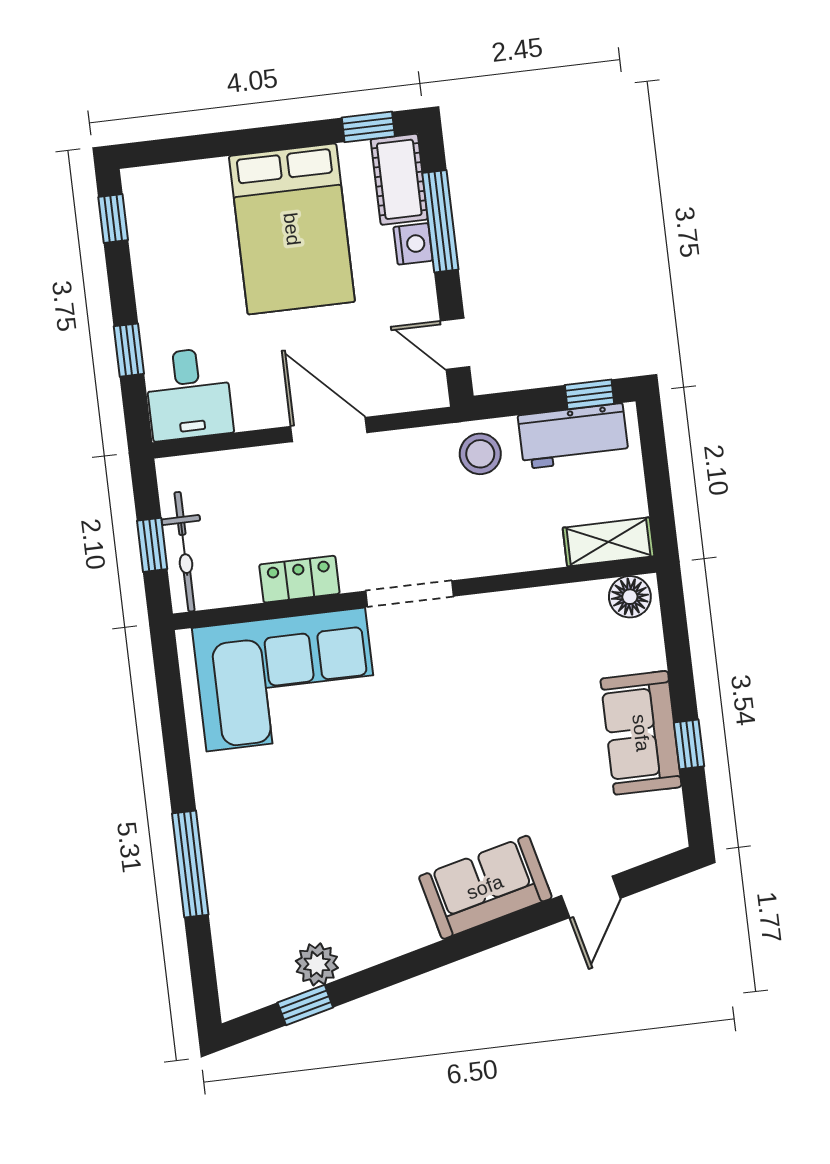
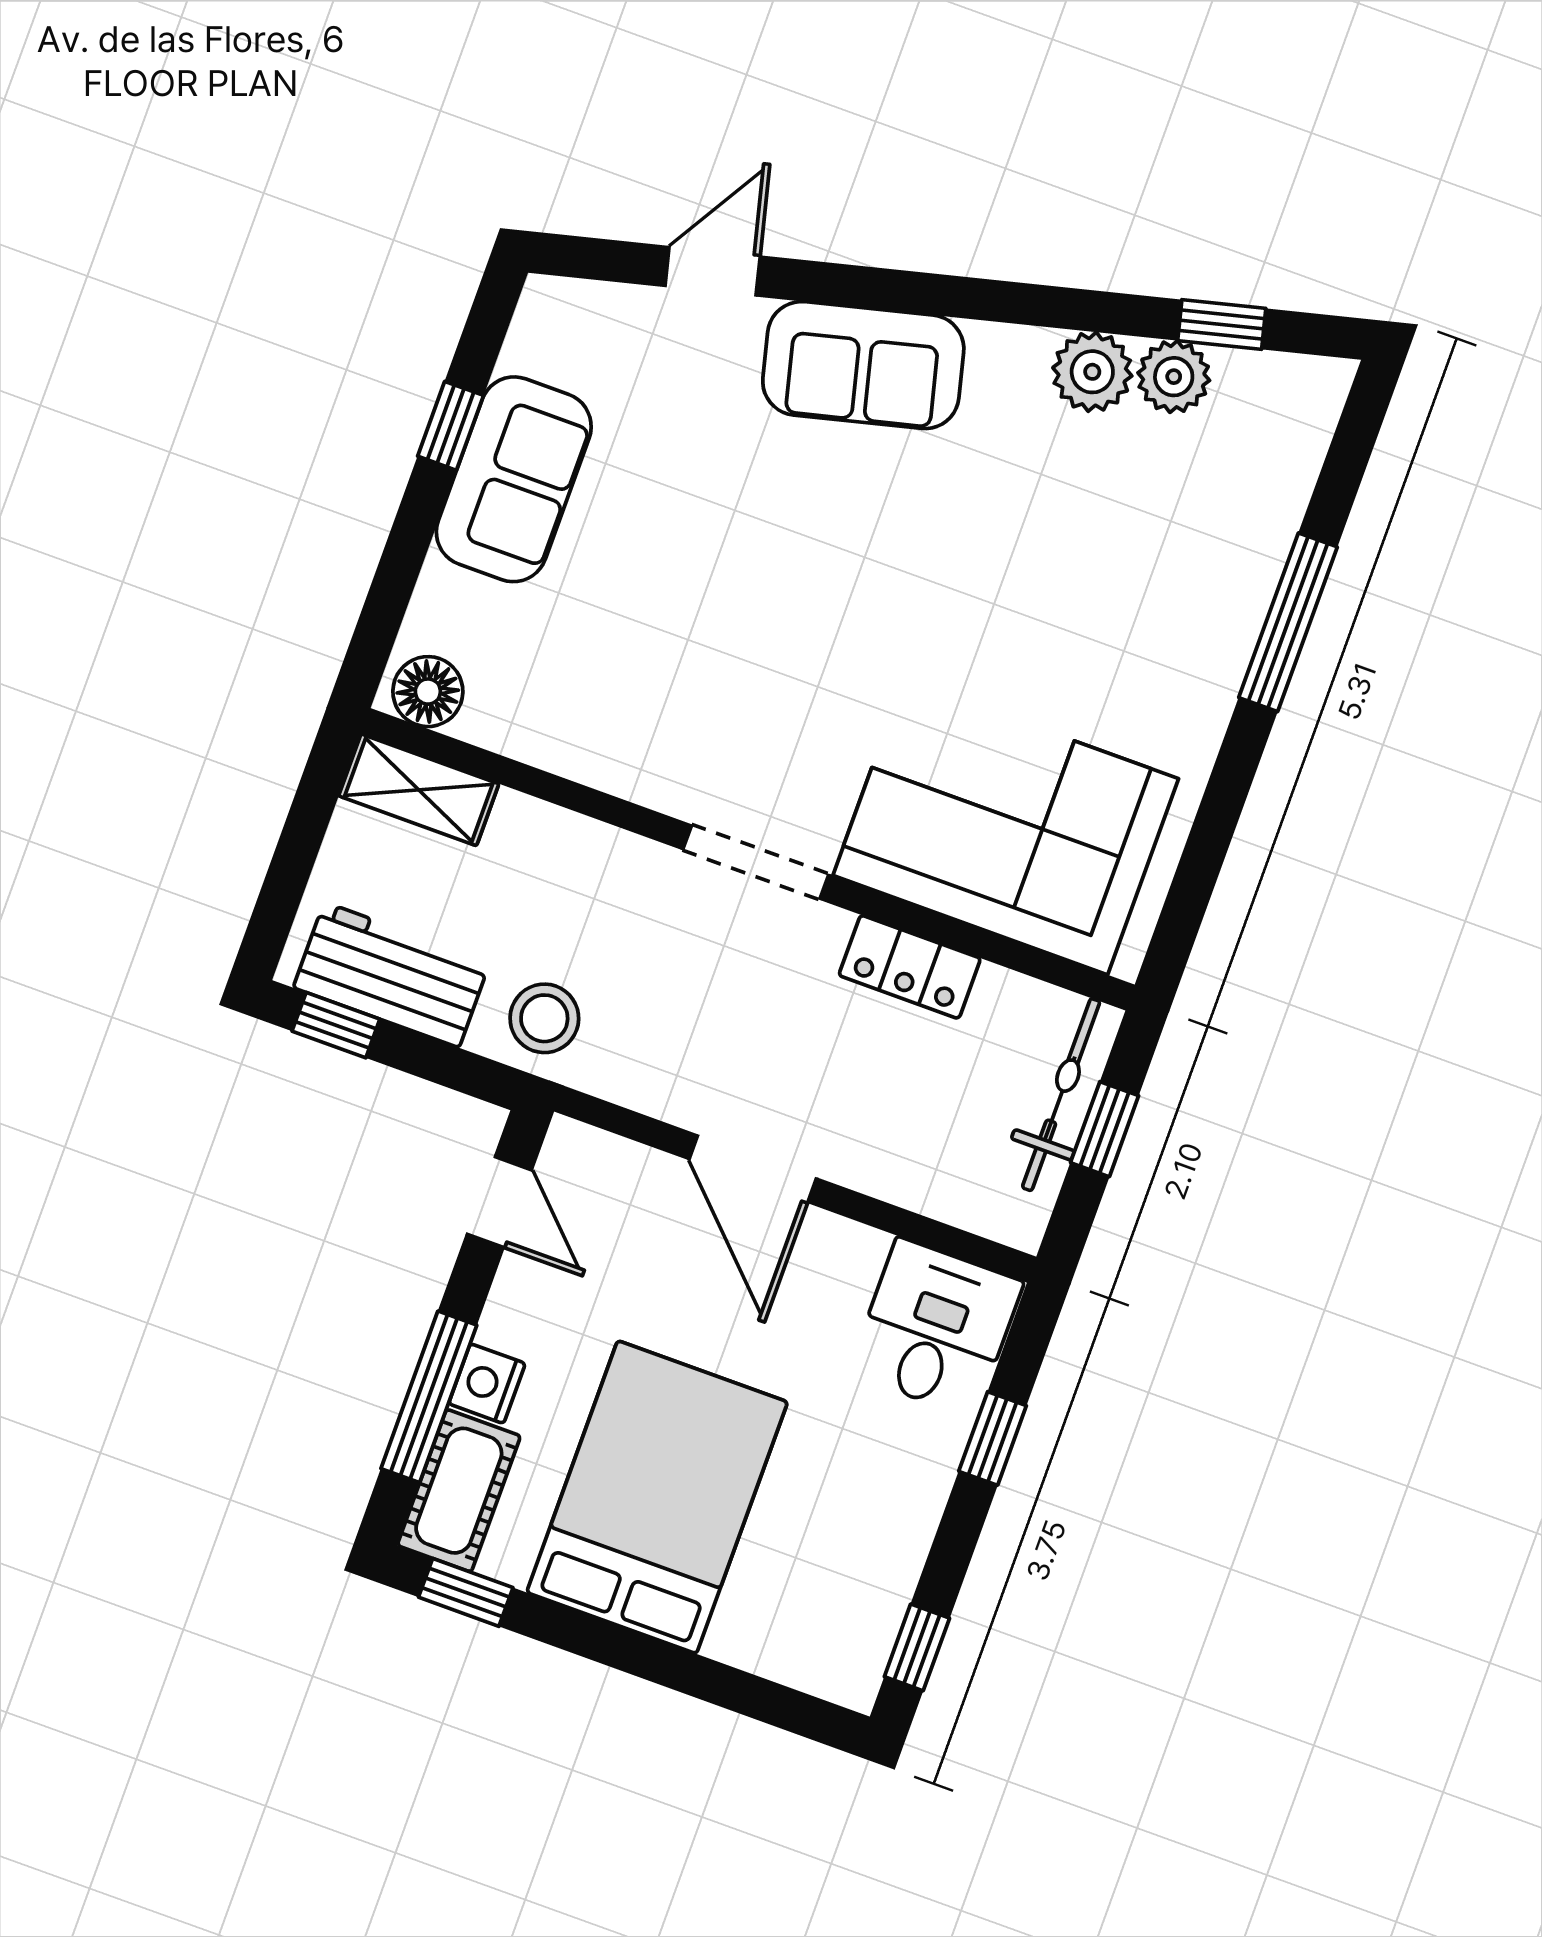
plant: (362, 945) -> (1092, 372), added

